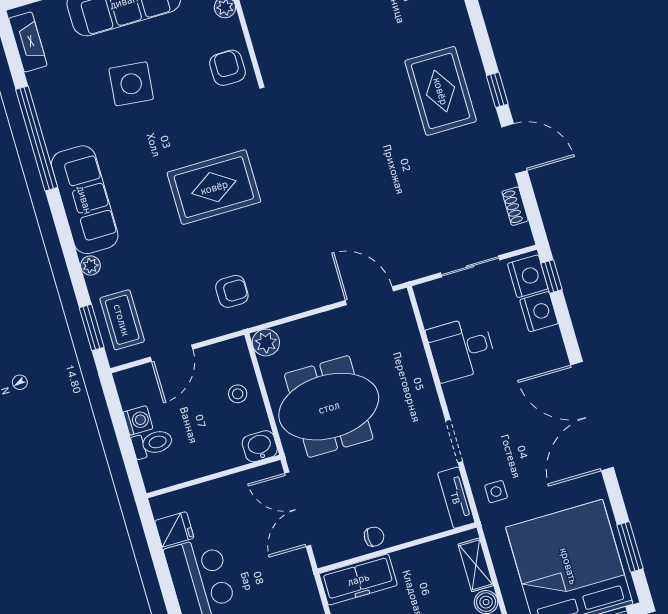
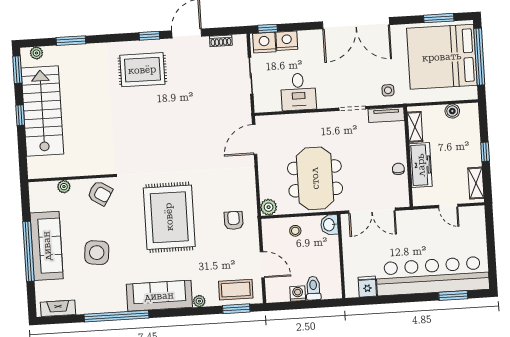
armchair: (227, 68) -> (100, 193), turned -148
rug: (214, 187) -> (169, 217), width x1.37, depth x1.44
shelving: (476, 565) -> (415, 127), moved, turned 90
freezer: (358, 579) -> (421, 165), moved

